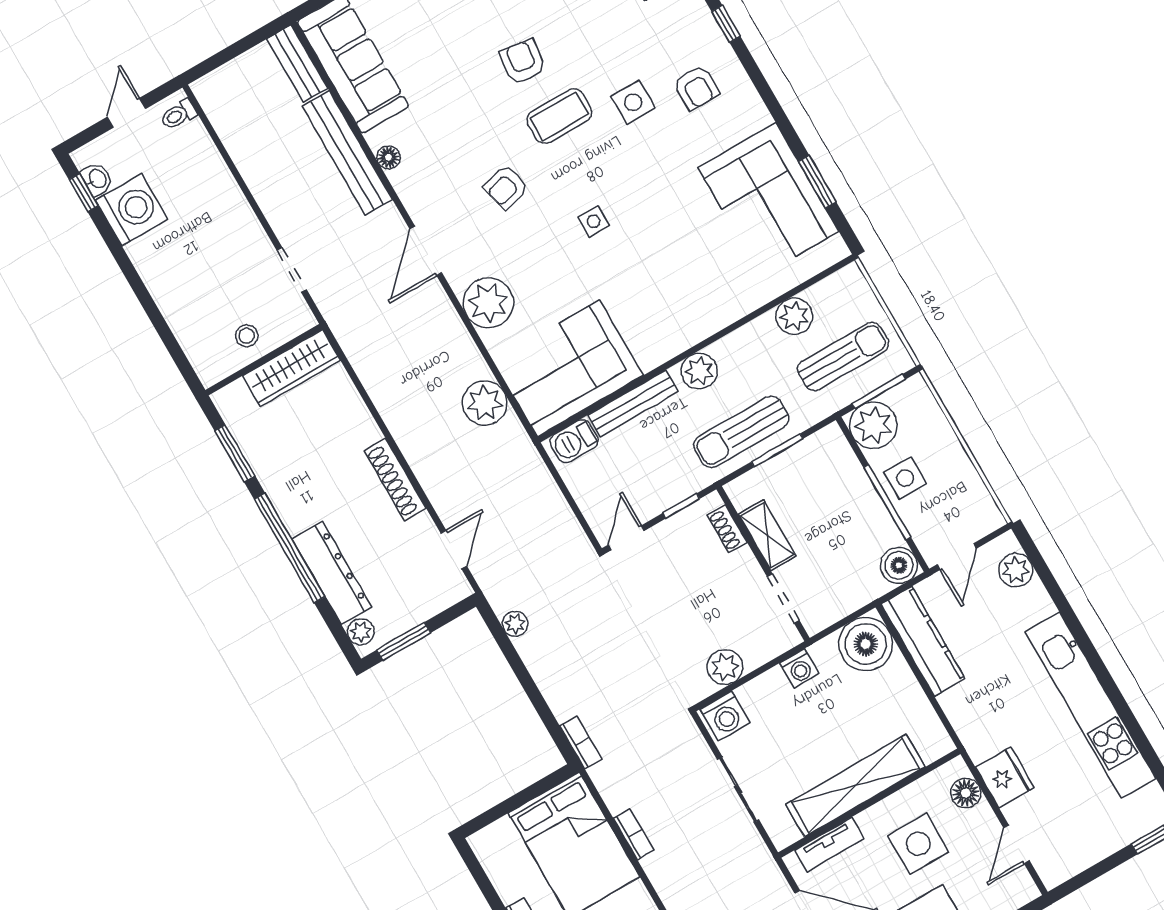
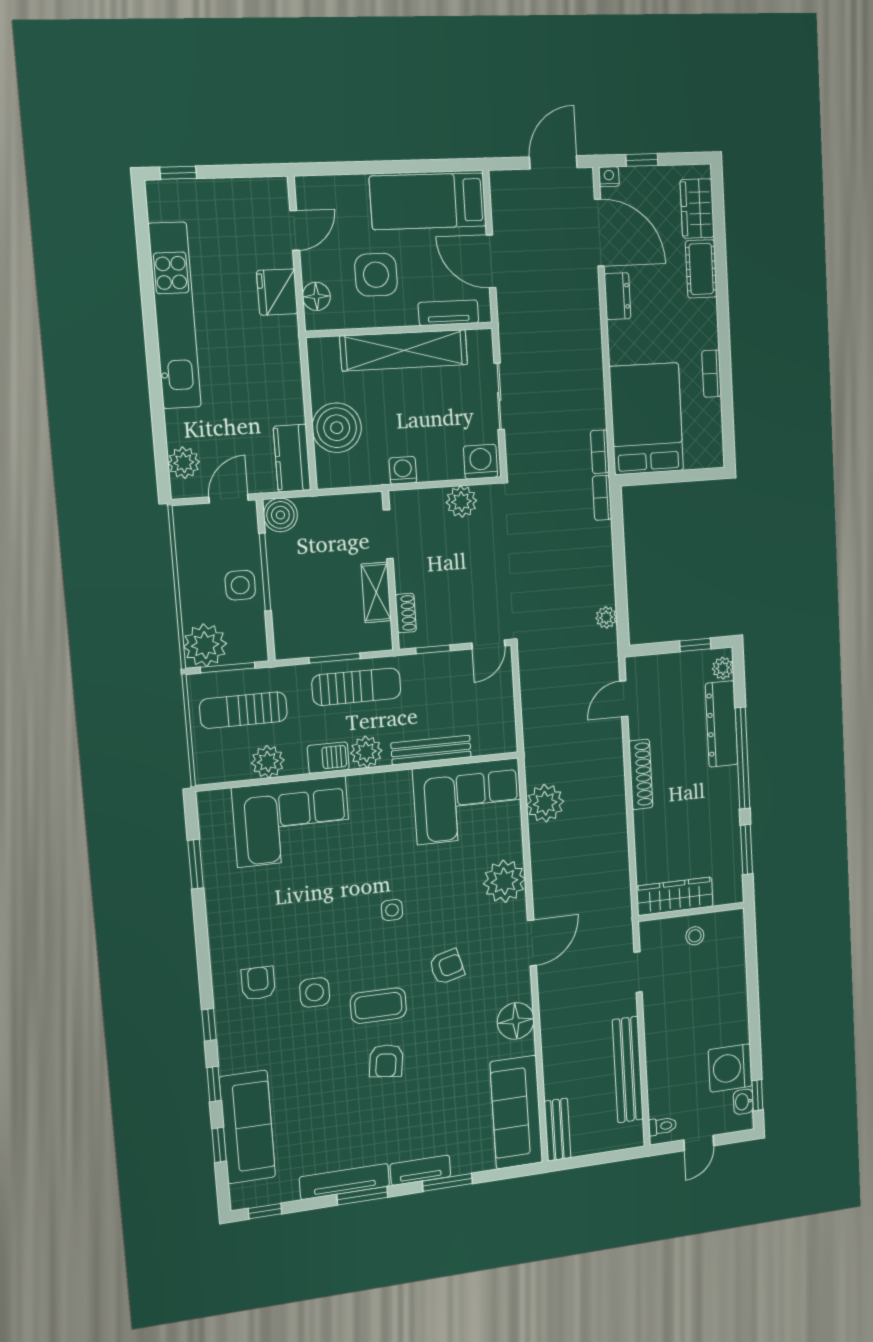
bench: (347, 153) -> (628, 1070), moved
floor lamp: (389, 157) -> (516, 1021), width x1.89, depth x1.89
corner sofa: (768, 200) -> (292, 822), moved, turned 90
plant: (873, 425) -> (205, 645), moved
barbecue: (574, 441) -> (328, 758), moved
window: (404, 641) -> (695, 645), width x0.67
kitchen counter: (923, 641) -> (292, 458), width x0.67
boiler: (866, 644) -> (337, 428), moved
bookcase: (634, 834) -> (600, 452), moved

